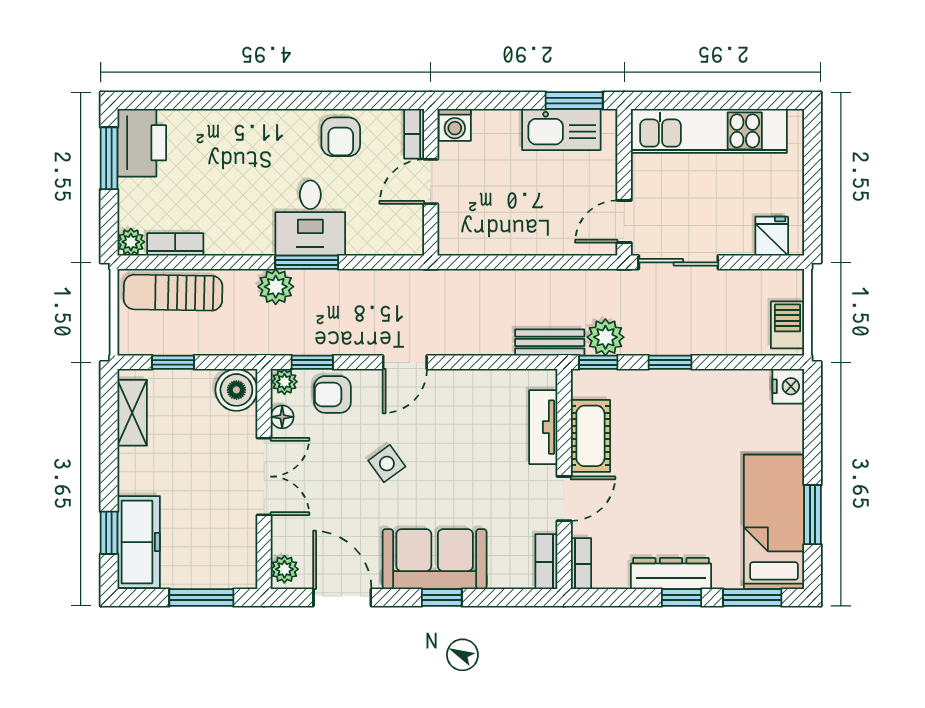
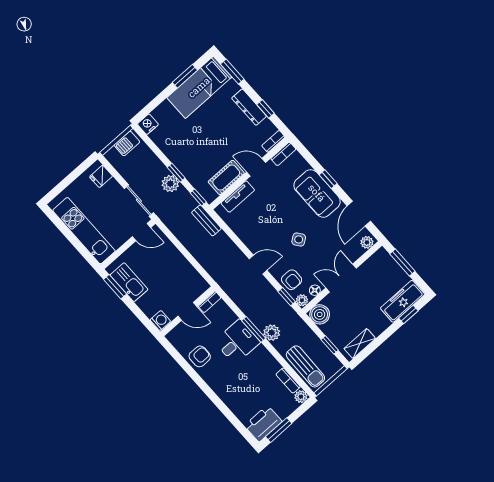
bookcase: (414, 134) -> (210, 302), moved
plant: (605, 337) -> (170, 184), moved
window: (681, 597) -> (265, 109), moved

